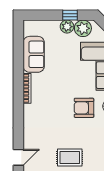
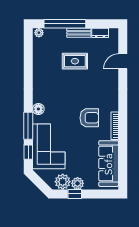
sofa: (34, 54) -> (109, 164), width x1.36
armchair: (84, 108) -> (89, 118), moved

